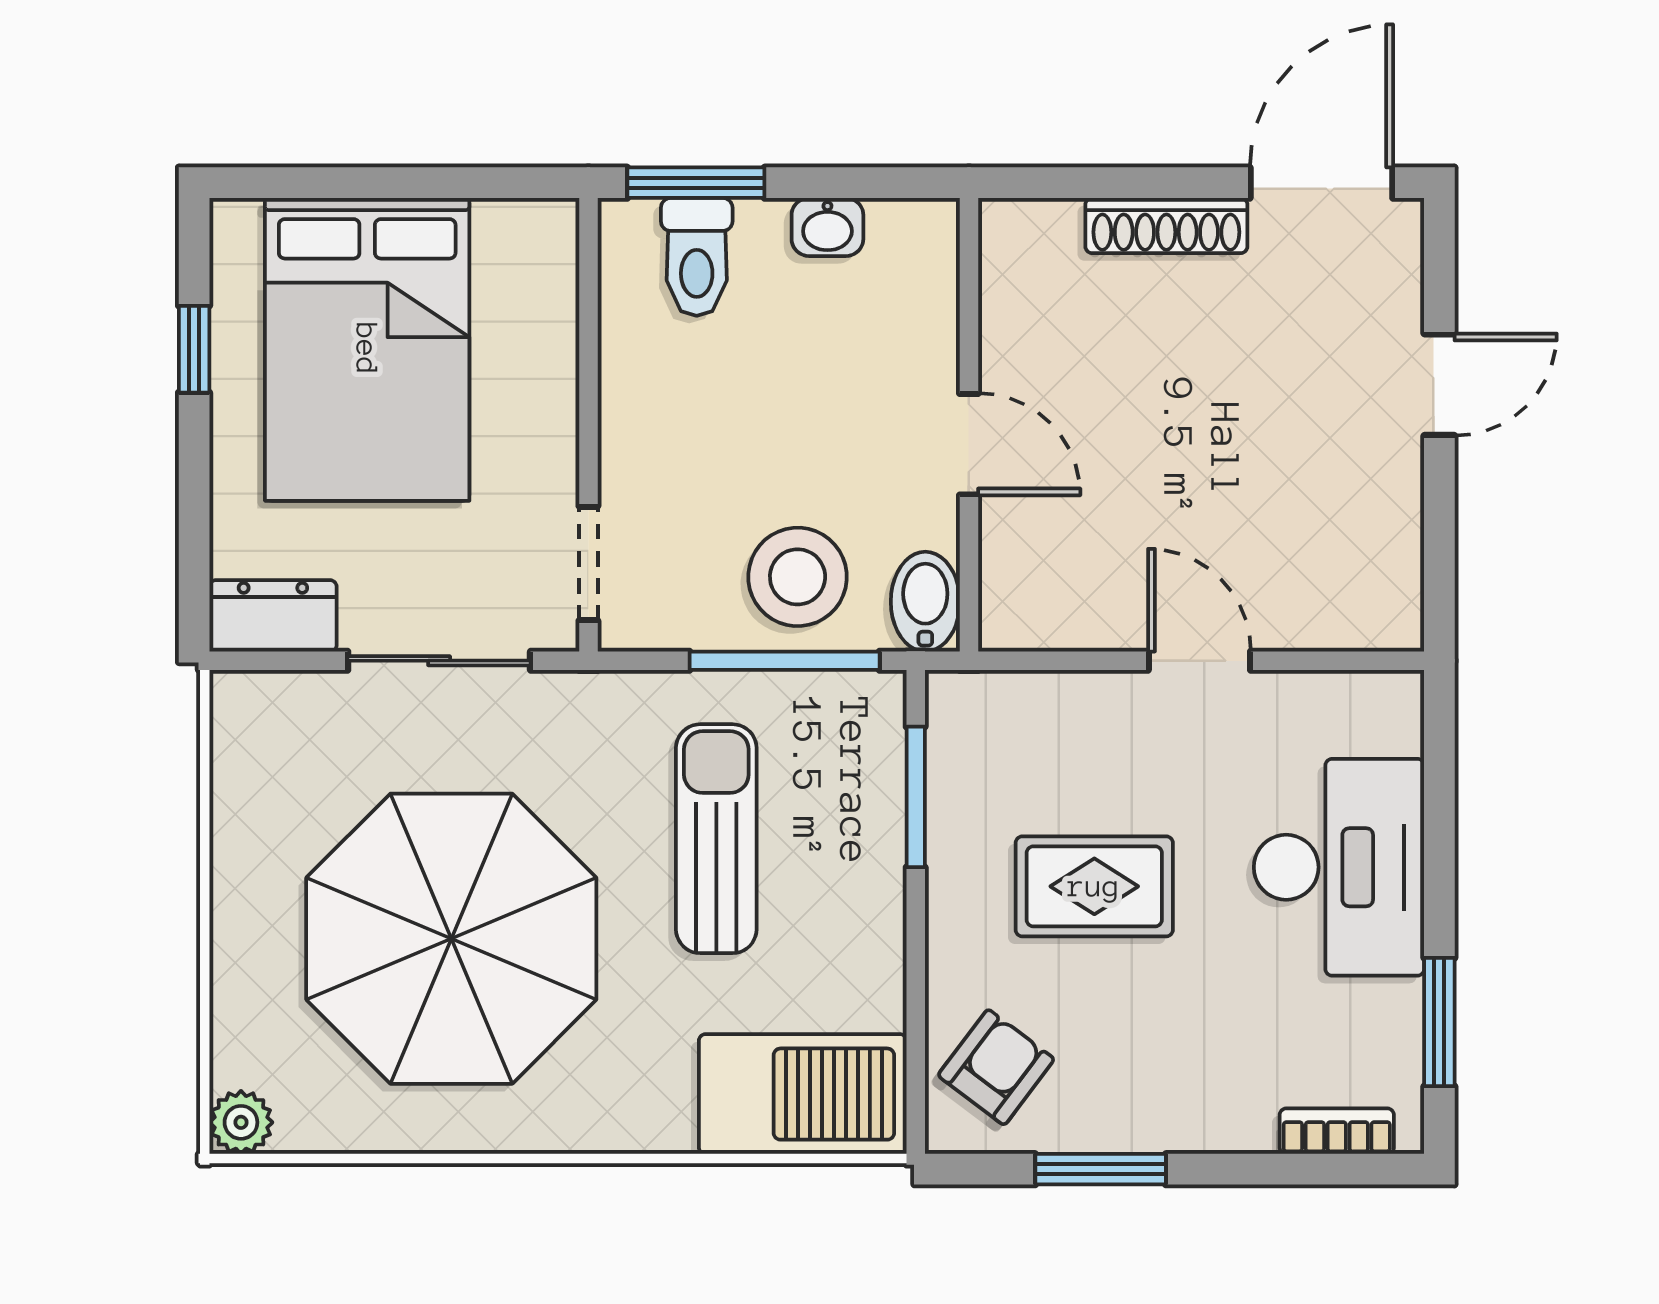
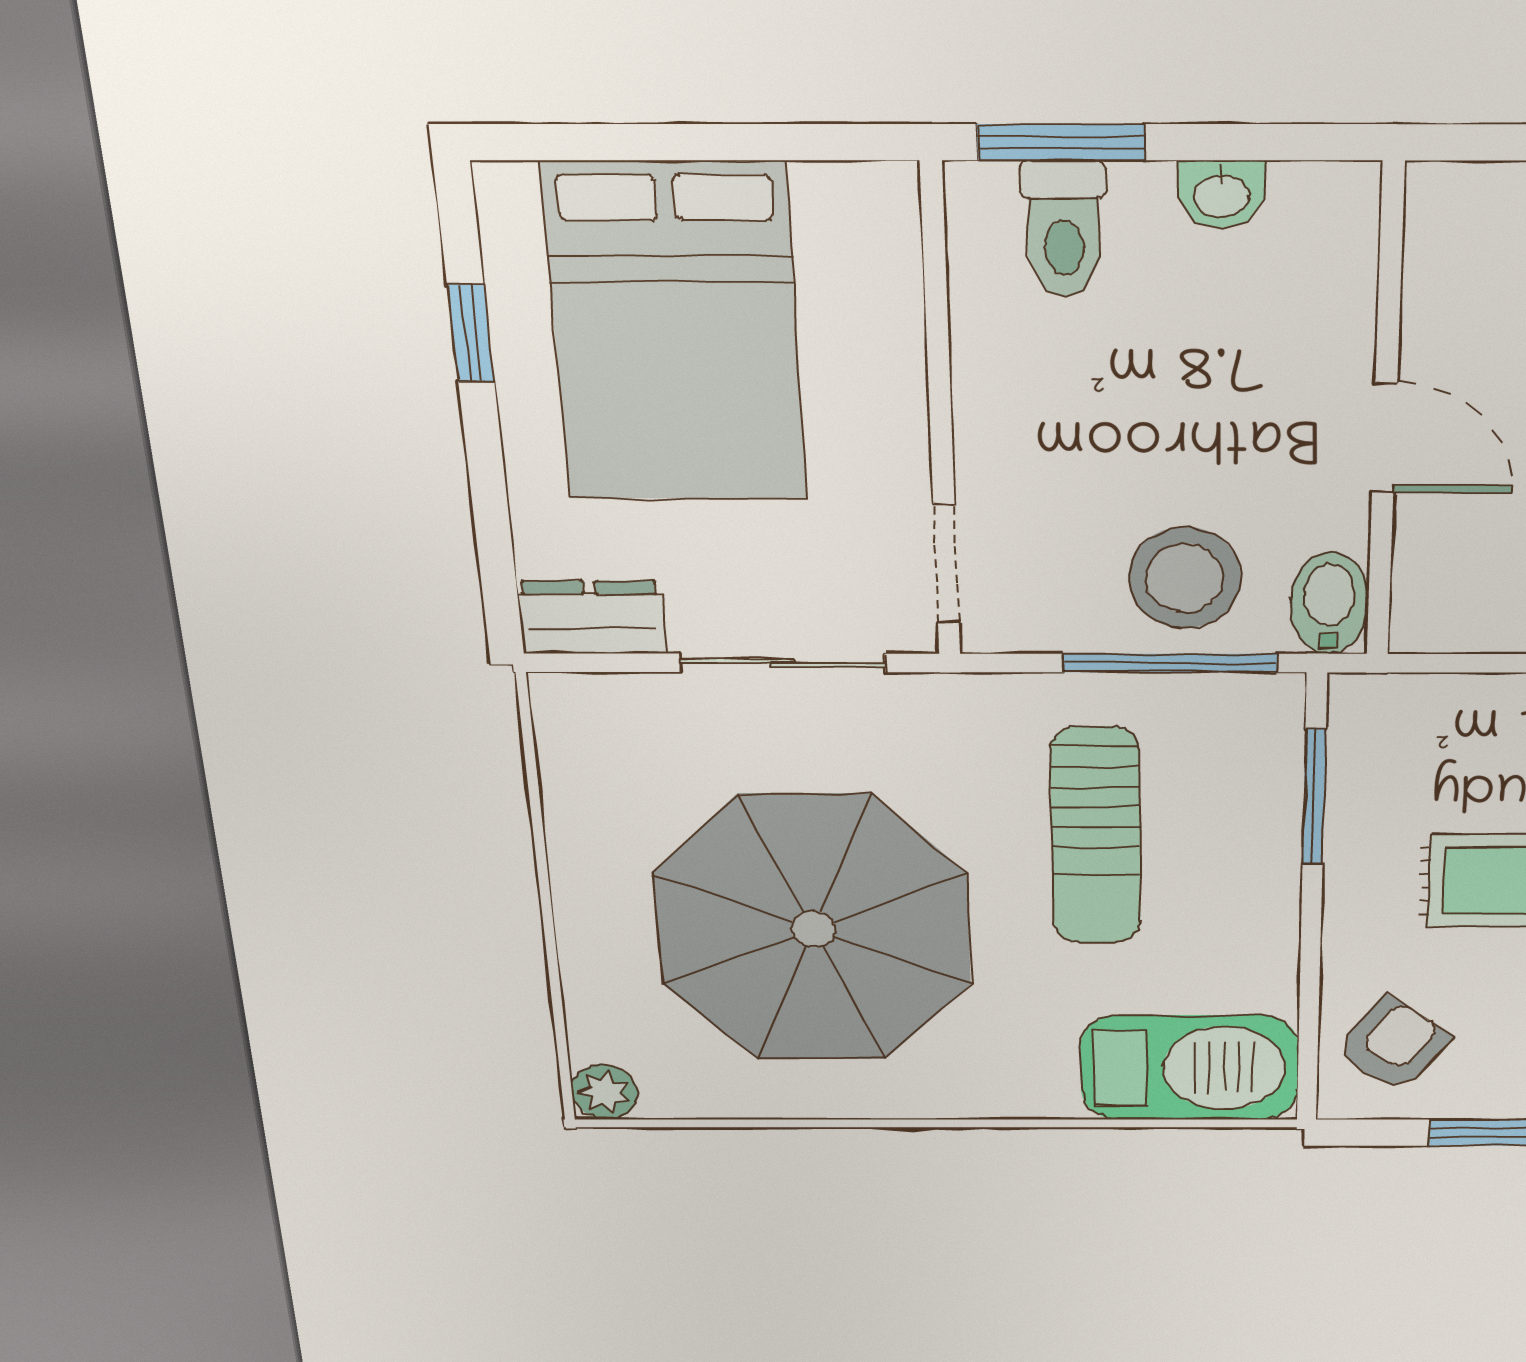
sun lounger: (716, 839) -> (1096, 836), turned 180

